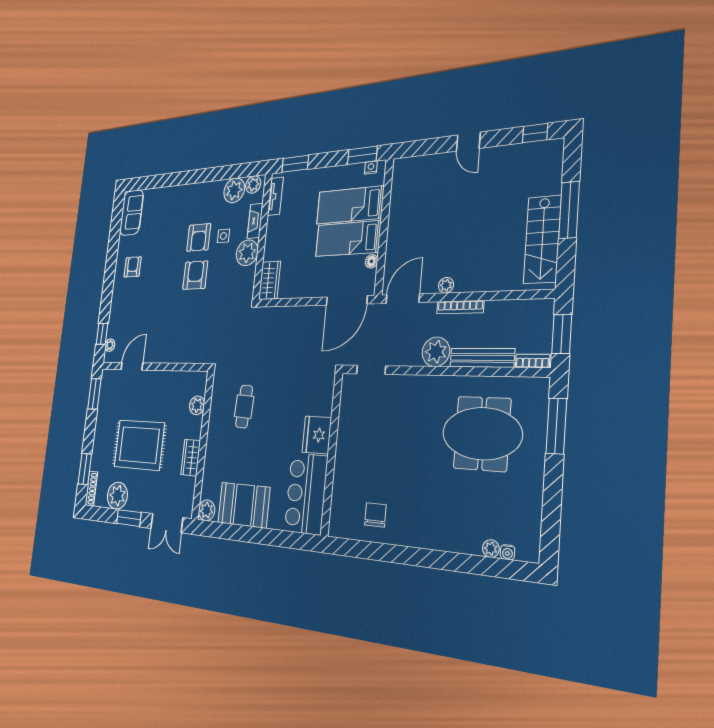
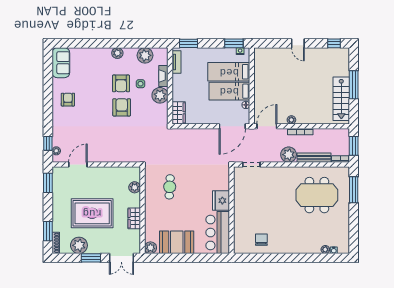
plant: (253, 184) -> (117, 53), moved

